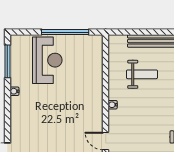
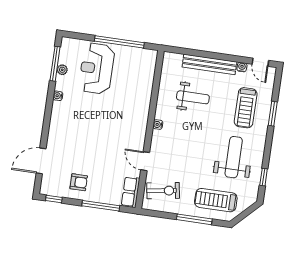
reception desk: (47, 60) -> (97, 69), turned 180
plant: (15, 66) -> (62, 70), added

